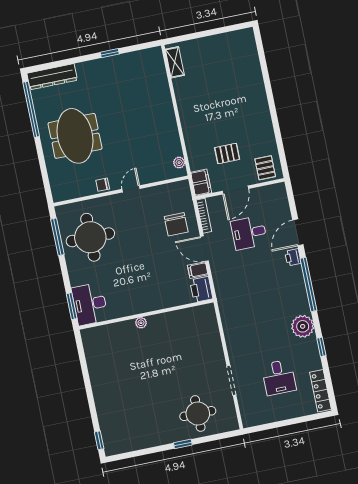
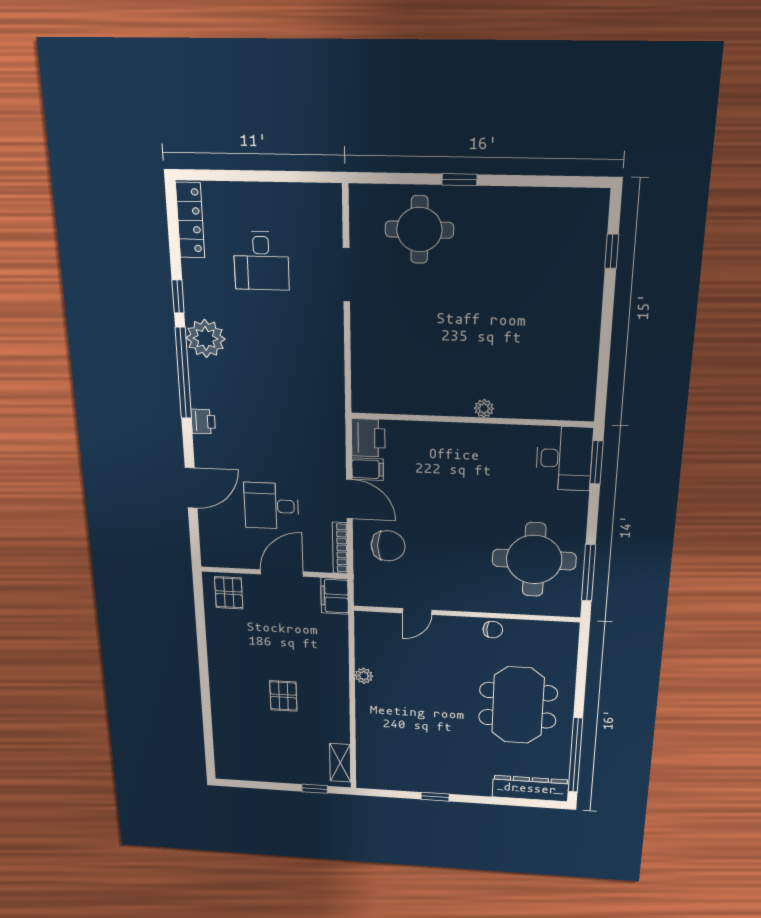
window: (187, 37) -> (315, 789), added
pallet: (227, 154) -> (283, 696), moved, turned 90
plant: (179, 163) -> (364, 676), moved
door: (131, 189) -> (417, 612), moved
chair: (176, 224) -> (388, 546), turned 90
desk: (249, 233) -> (271, 506), turned 180
printer: (293, 257) -> (203, 422), moved
window: (309, 284) -> (183, 373), moved
desk: (279, 377) -> (261, 261), turned 180
window: (99, 440) -> (612, 251), moved

